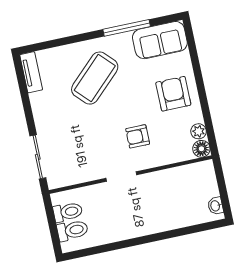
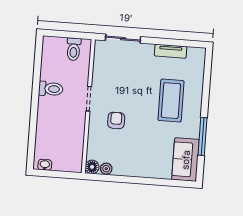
tv unit: (31, 72) -> (171, 51), moved
coffee table: (95, 78) -> (171, 101), turned 44
armchair: (173, 94) -> (141, 158), removed
toilet: (73, 230) -> (51, 89), moved, turned -90

